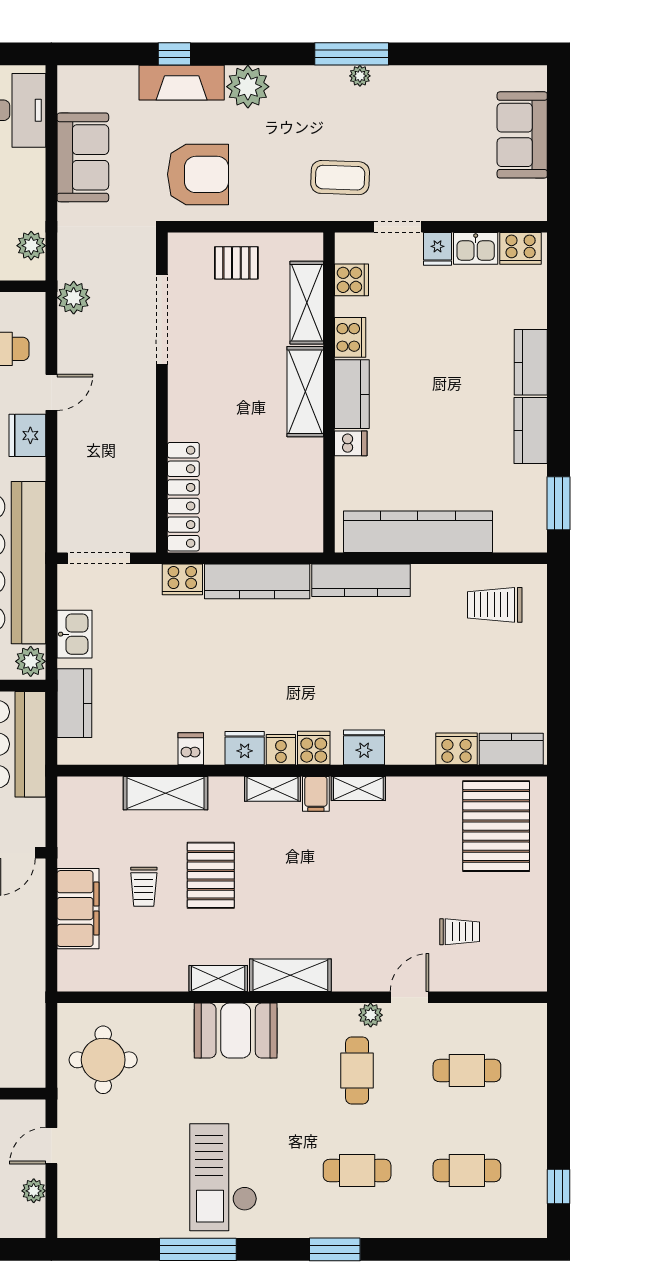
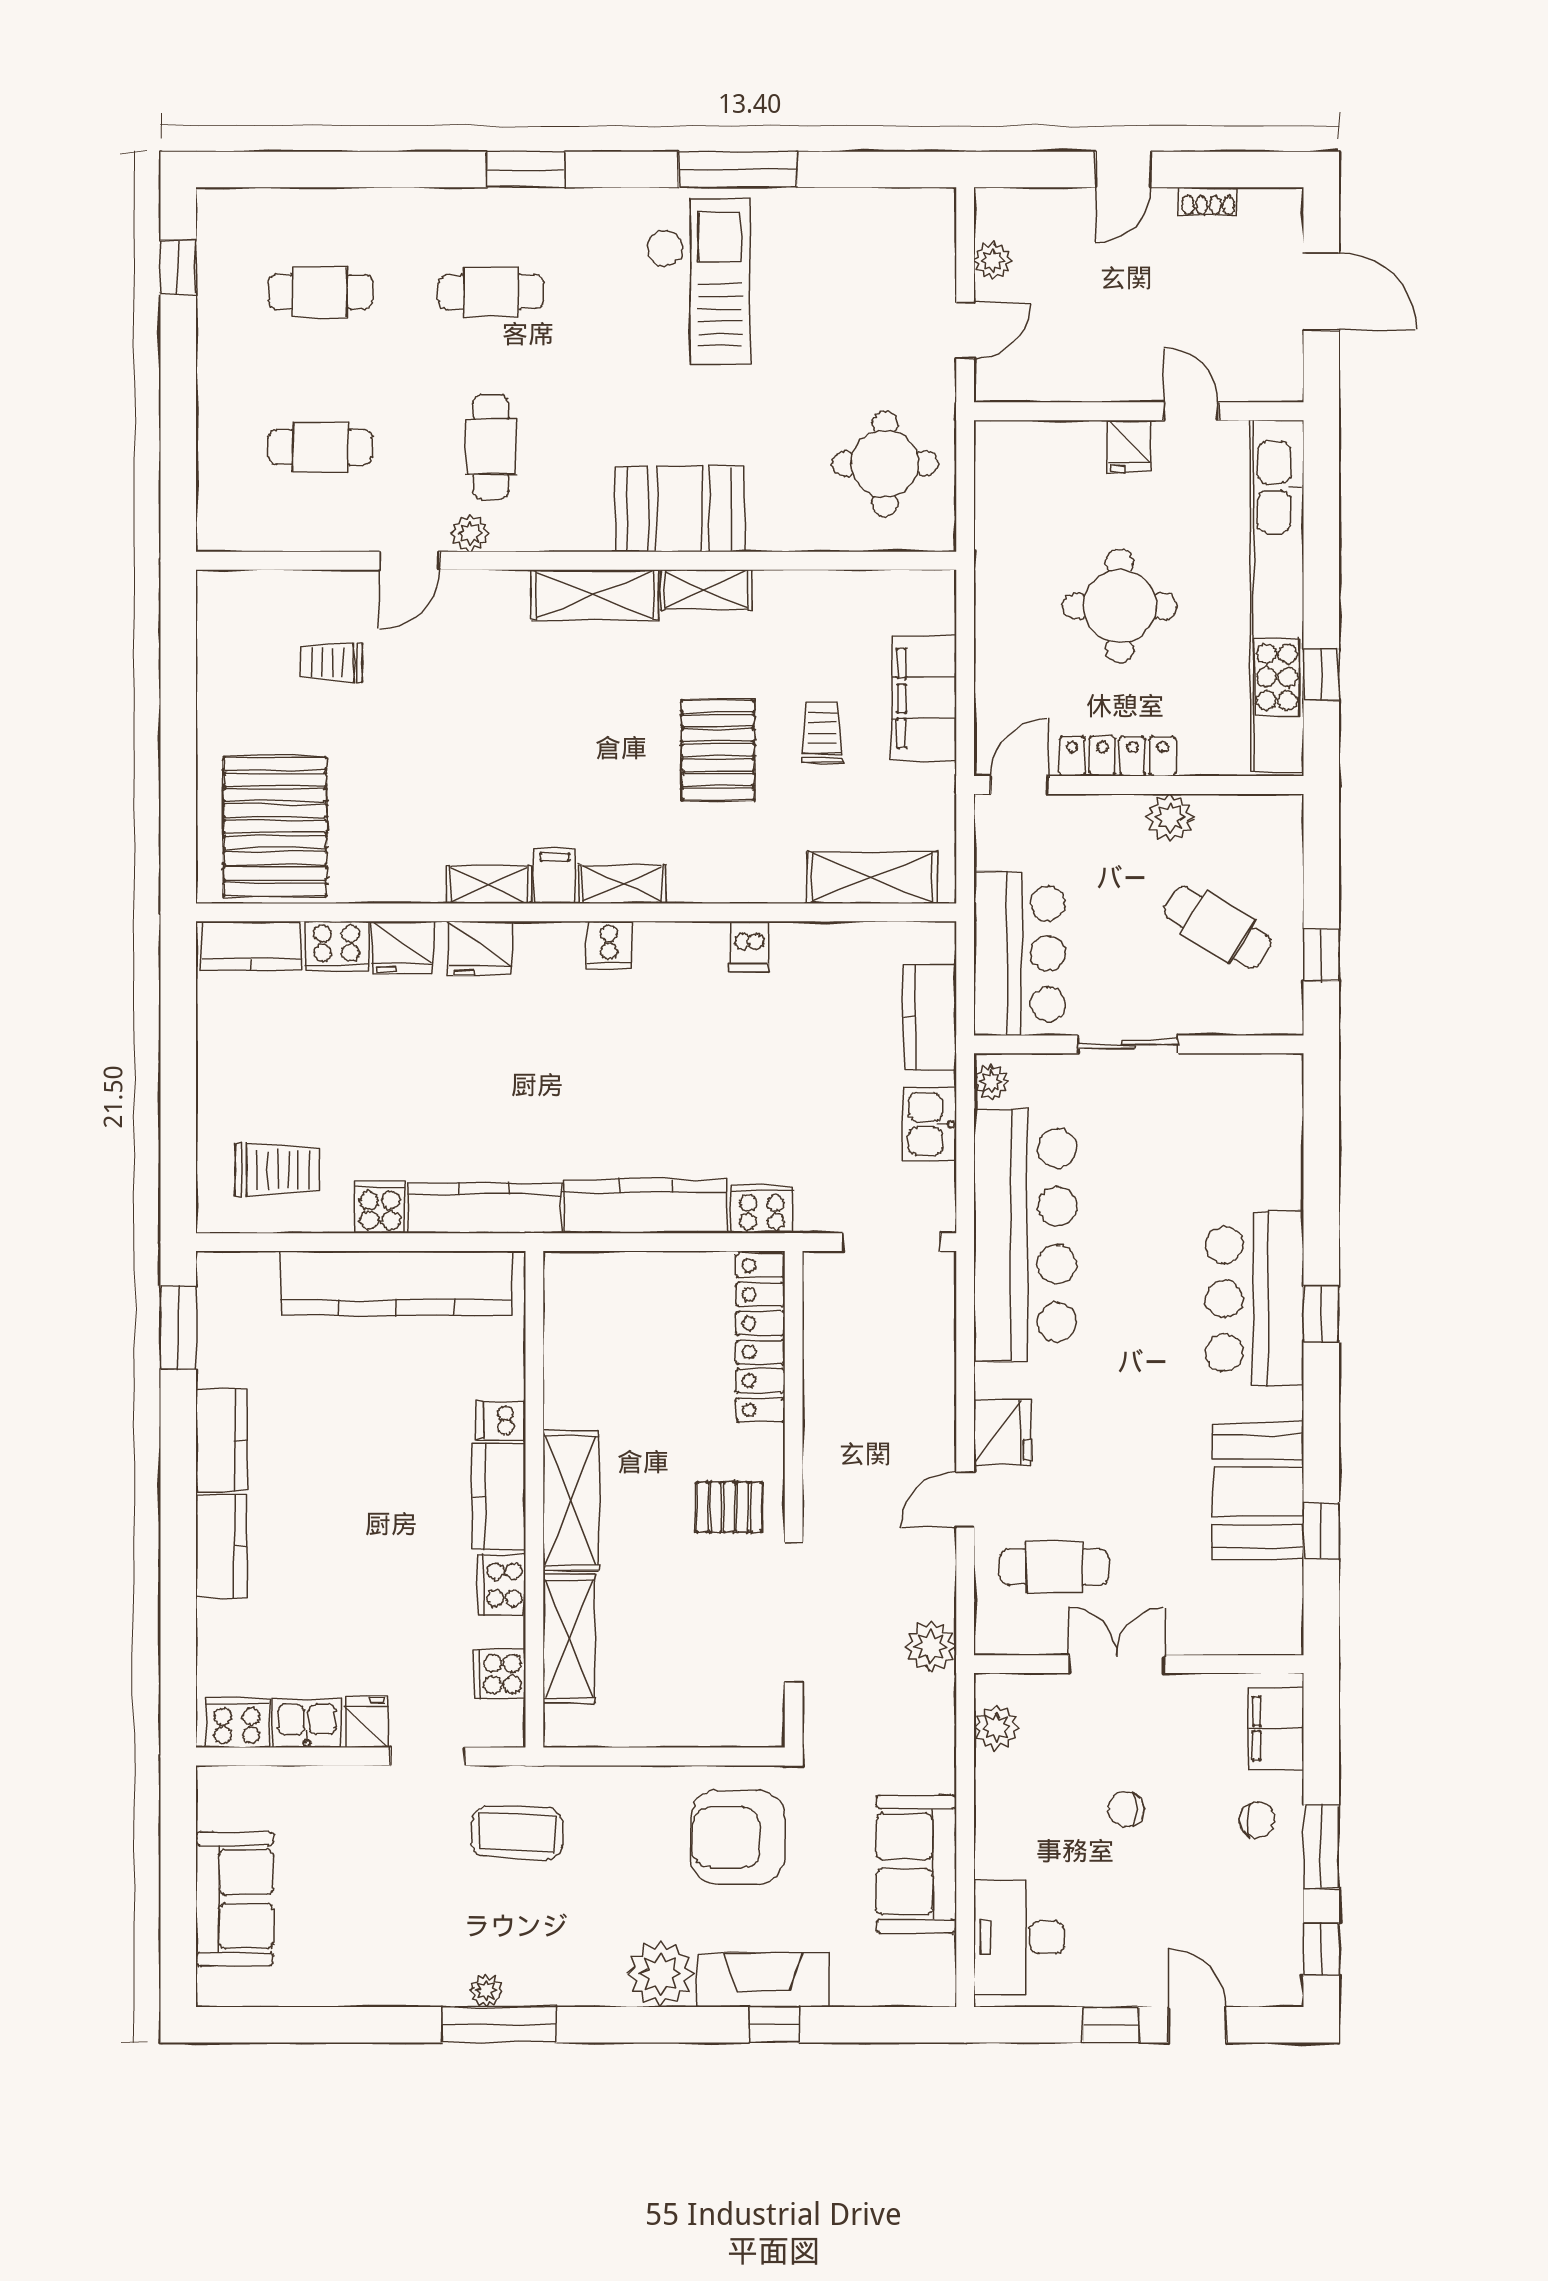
pallet: (236, 263) -> (729, 1507), moved
plant: (31, 661) -> (991, 1082), width x0.73, depth x0.73
fridge: (245, 748) -> (402, 947), moved
cooker: (314, 748) -> (380, 1207), moved, turned 180
shelving: (166, 793) -> (872, 878), moved

